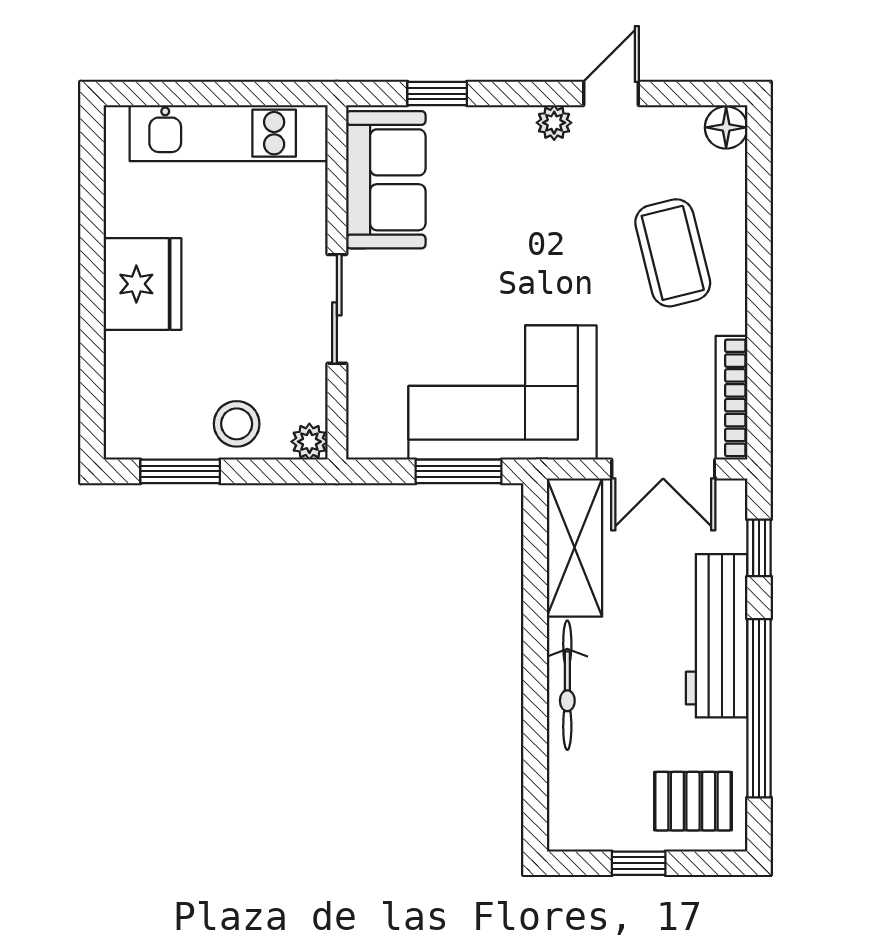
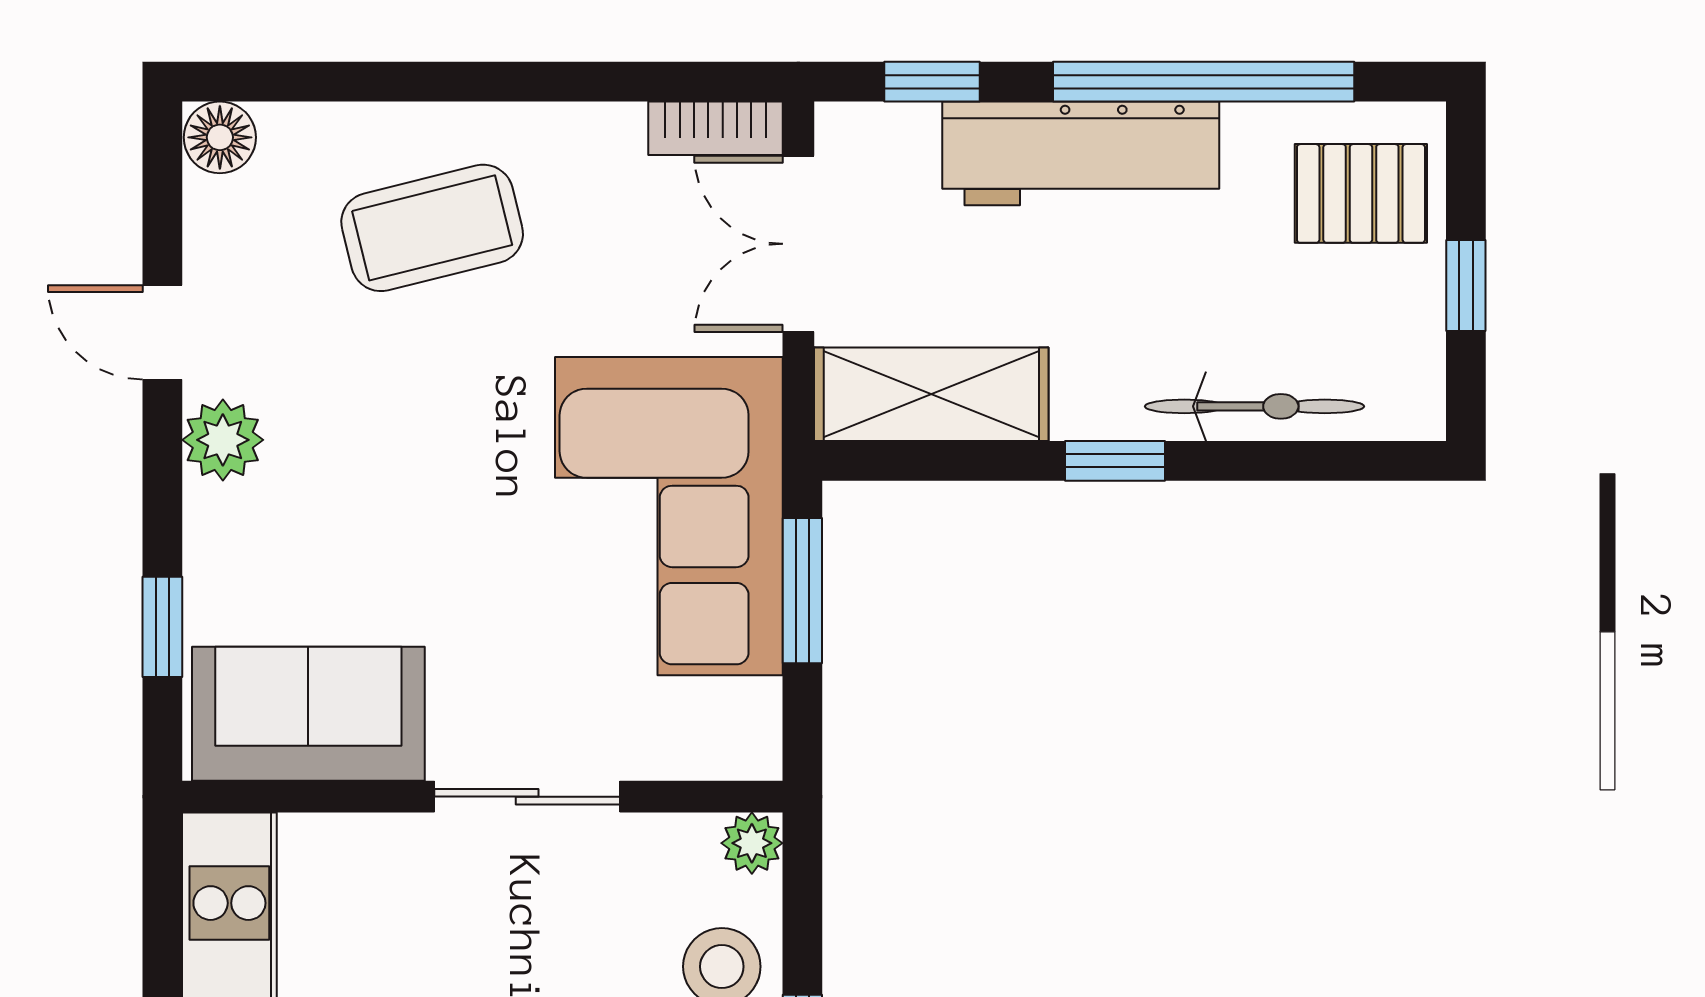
plant: (554, 123) -> (223, 440), width x1.38, depth x1.38
bookcase: (731, 398) -> (715, 128), width x0.64
double door: (663, 469) -> (798, 244), swing flipped
window: (535, 656) -> (1115, 461), added
bicycle: (567, 685) -> (1254, 406), moved
pallet: (693, 801) -> (1361, 193), turned 90

